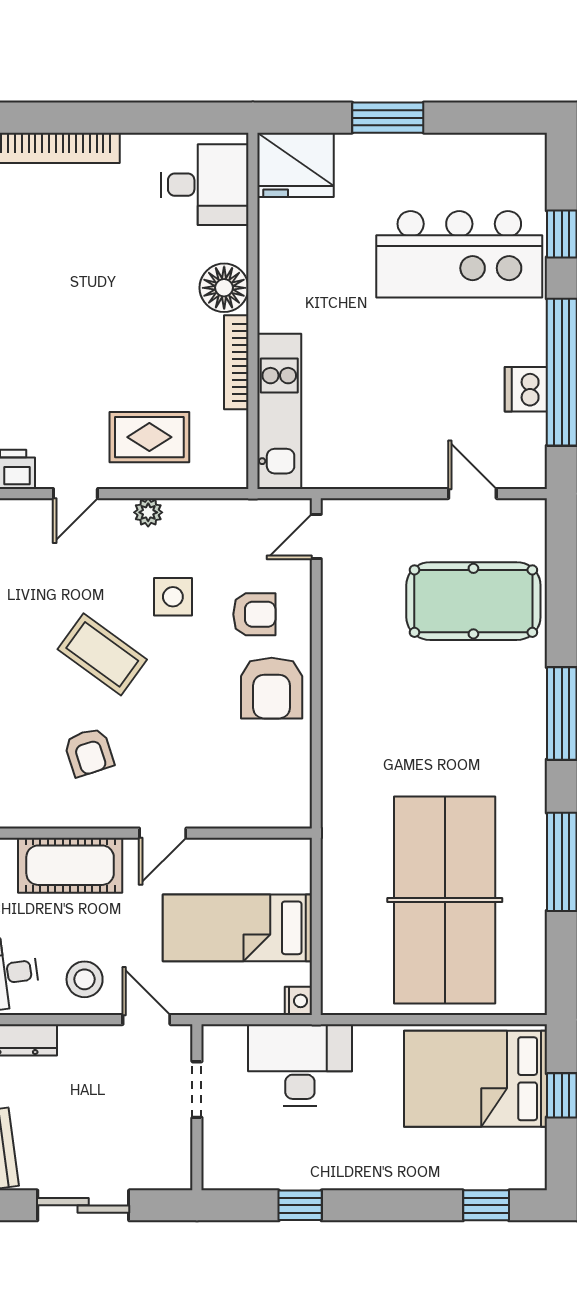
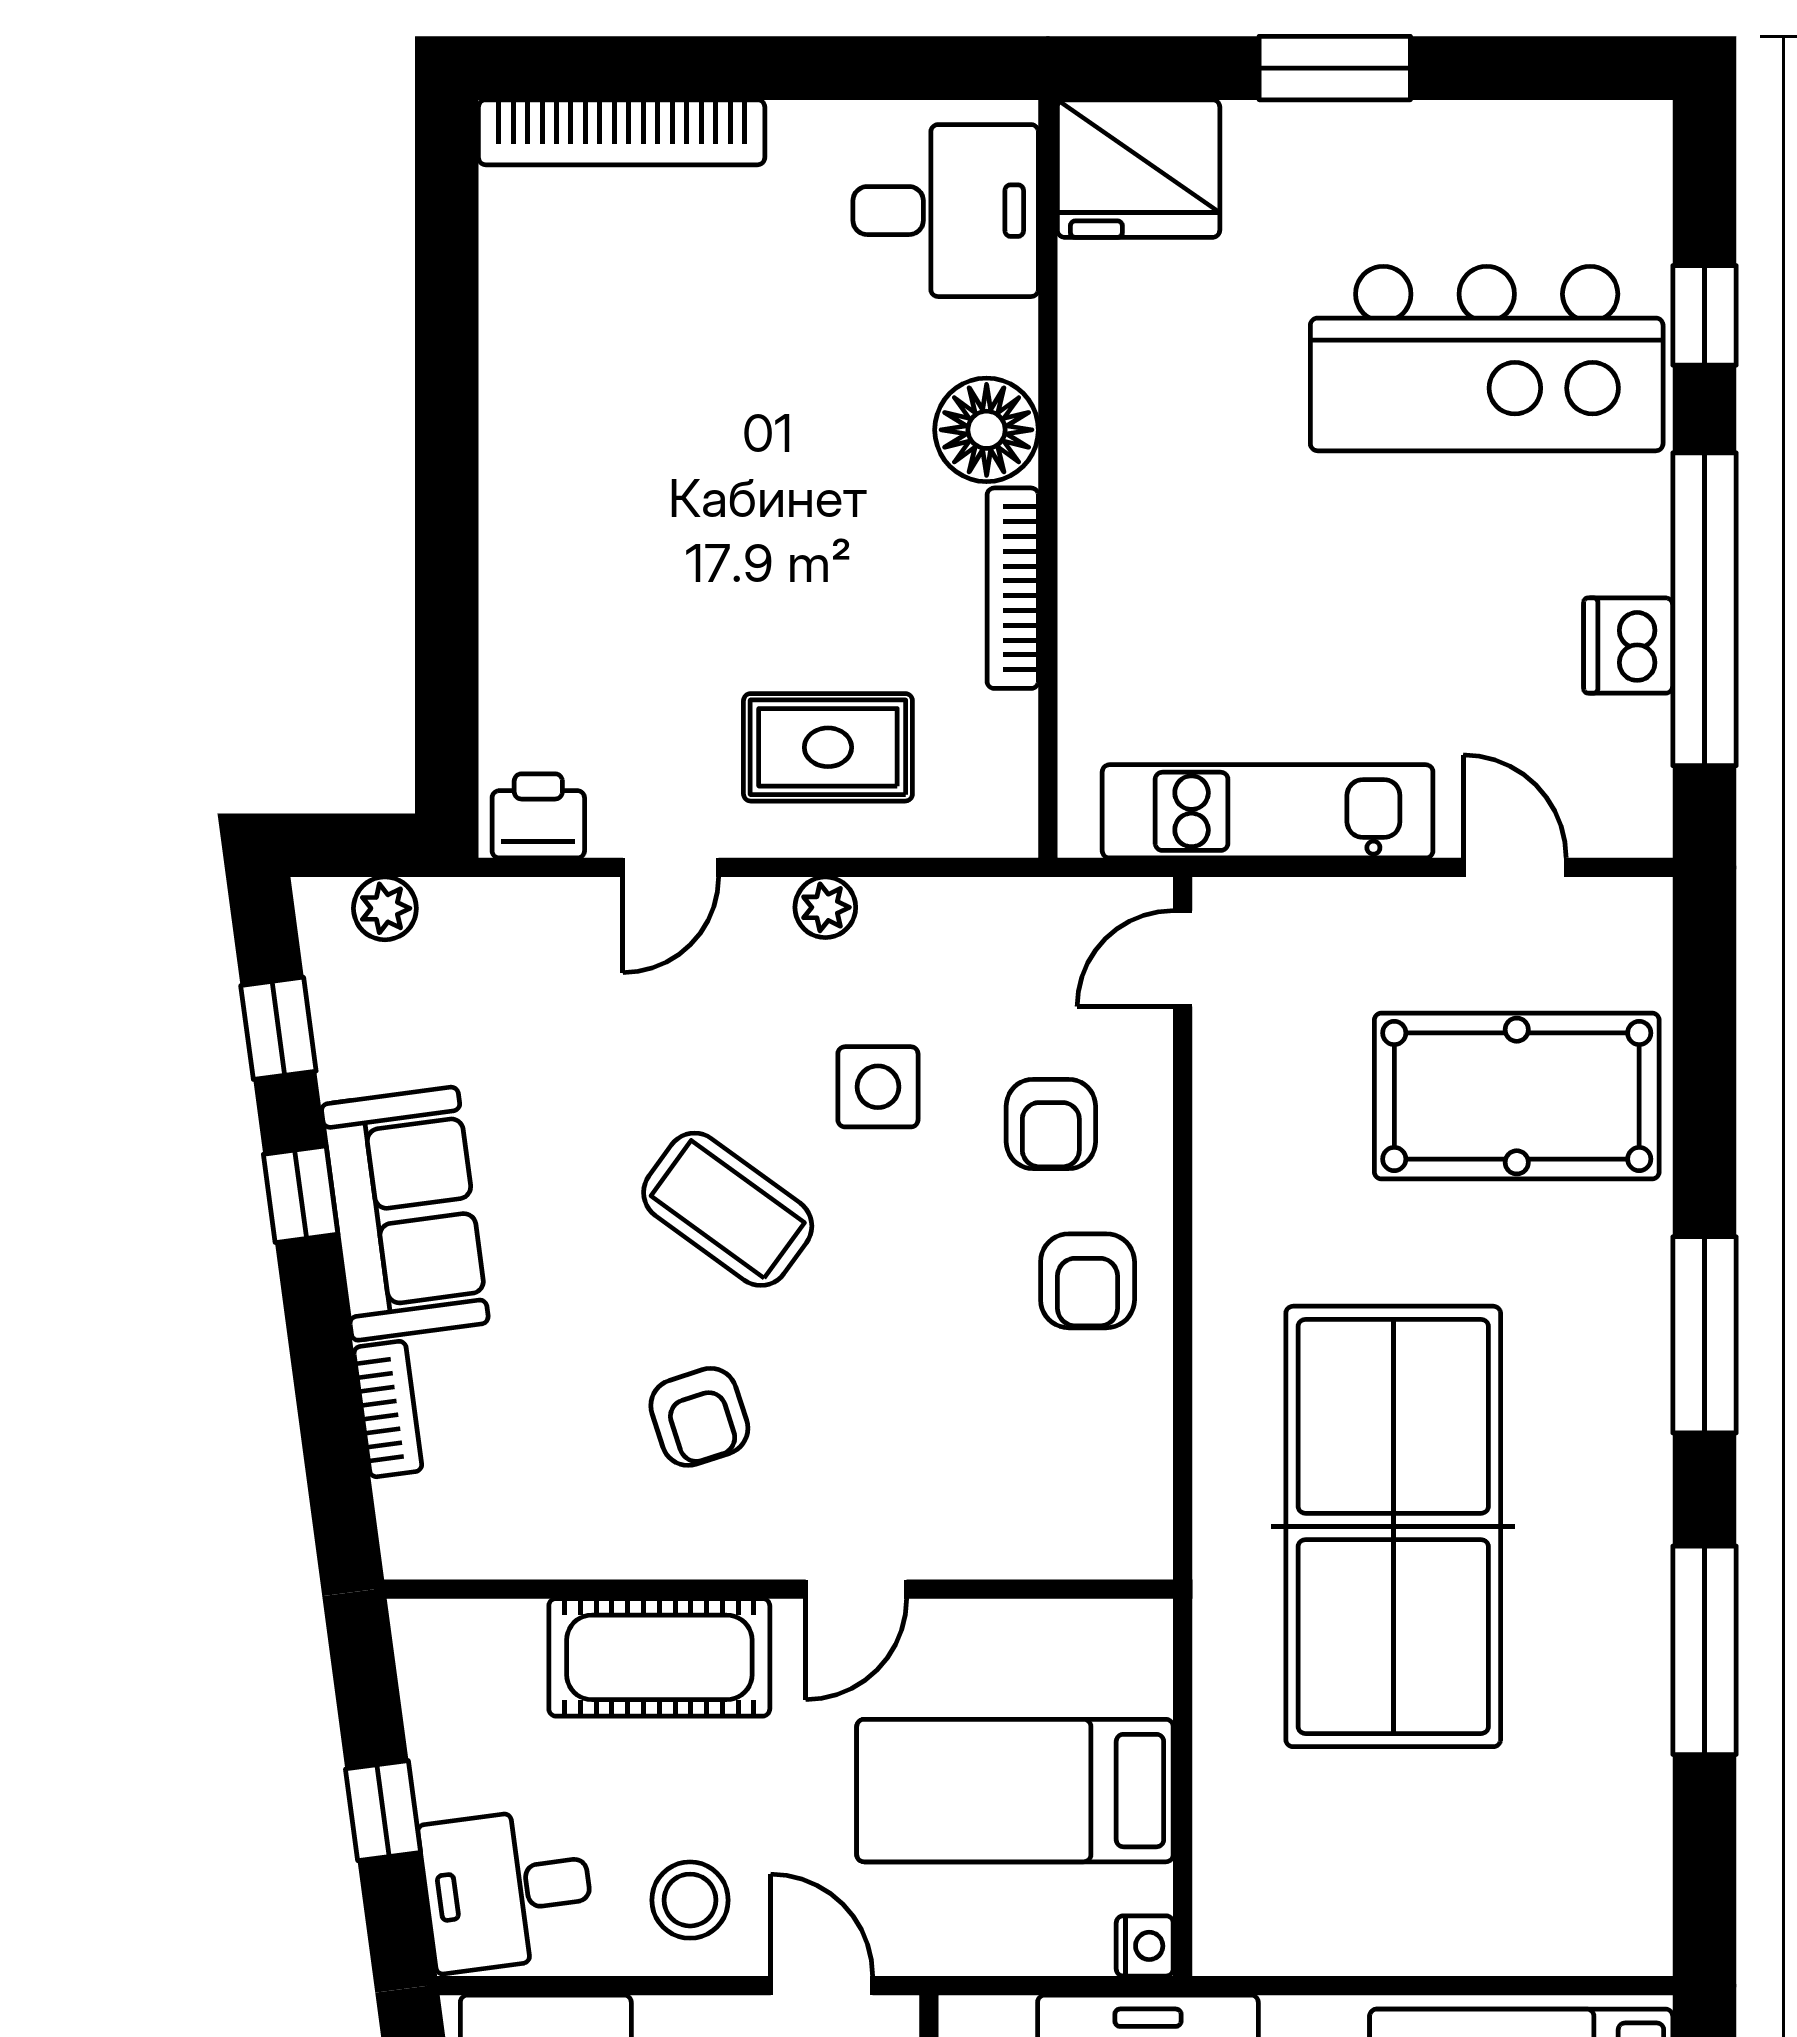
kitchen unit: (279, 411) -> (1268, 811), moved, turned -90
armchair: (254, 614) -> (1051, 1124), turned 90
armchair: (272, 688) -> (1088, 1281), width x0.72, depth x0.72
table tennis table: (445, 900) -> (1393, 1526), moved

